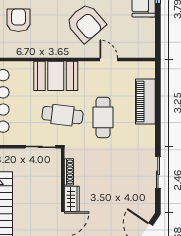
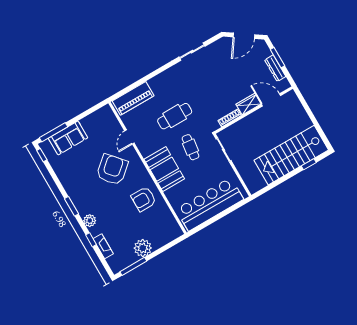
armchair: (18, 20) -> (144, 199), moved
piano: (145, 101) -> (133, 98), moved
cafe table: (62, 115) -> (190, 147), width x0.73, depth x0.74

